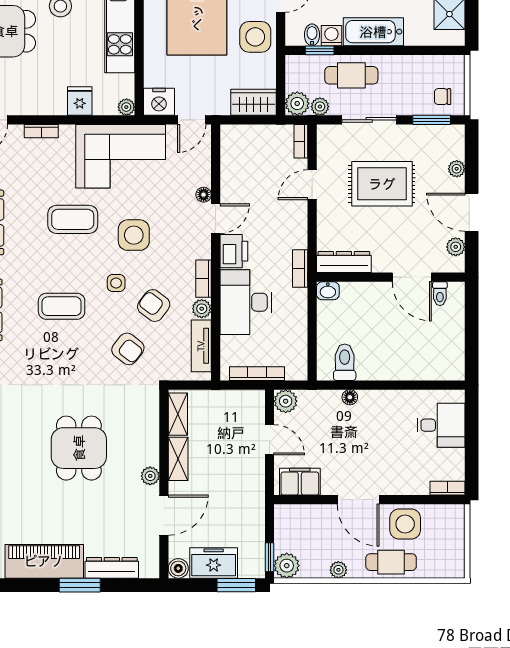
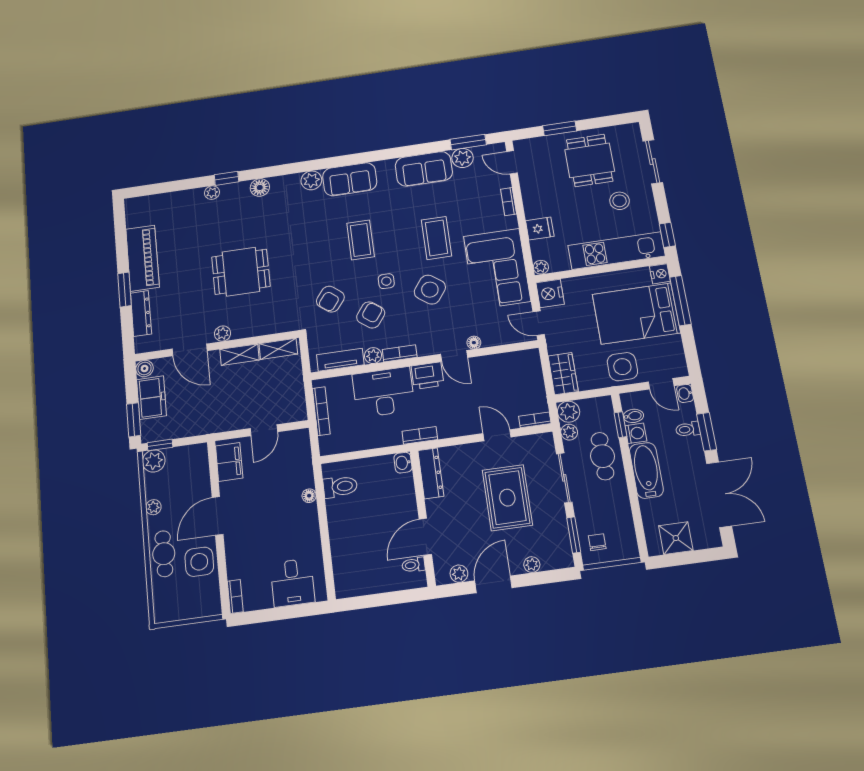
side table: (134, 235) -> (430, 290), turned 36
plant: (286, 401) -> (299, 439), removed

